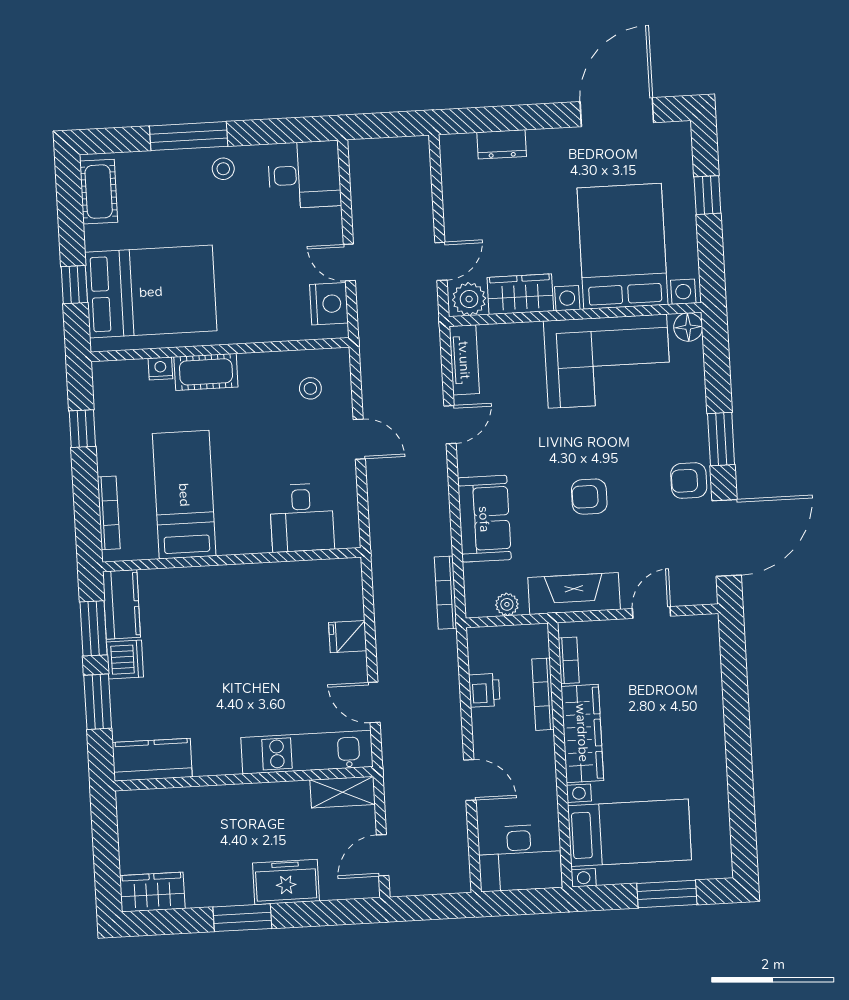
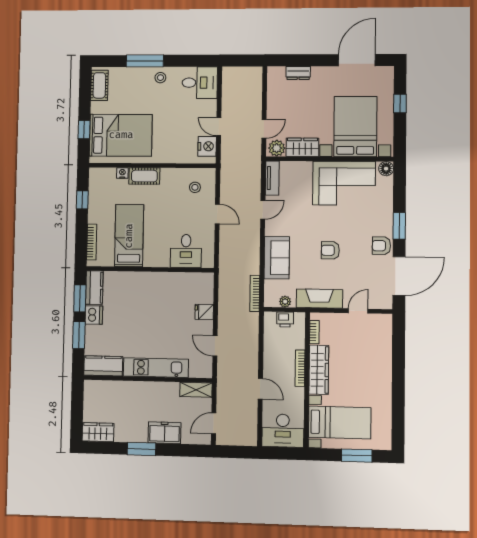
printer: (484, 690) -> (285, 319), moved, turned 90
bookcase: (543, 694) -> (300, 368), moved
kitchen unit: (307, 752) -> (156, 368), moved

